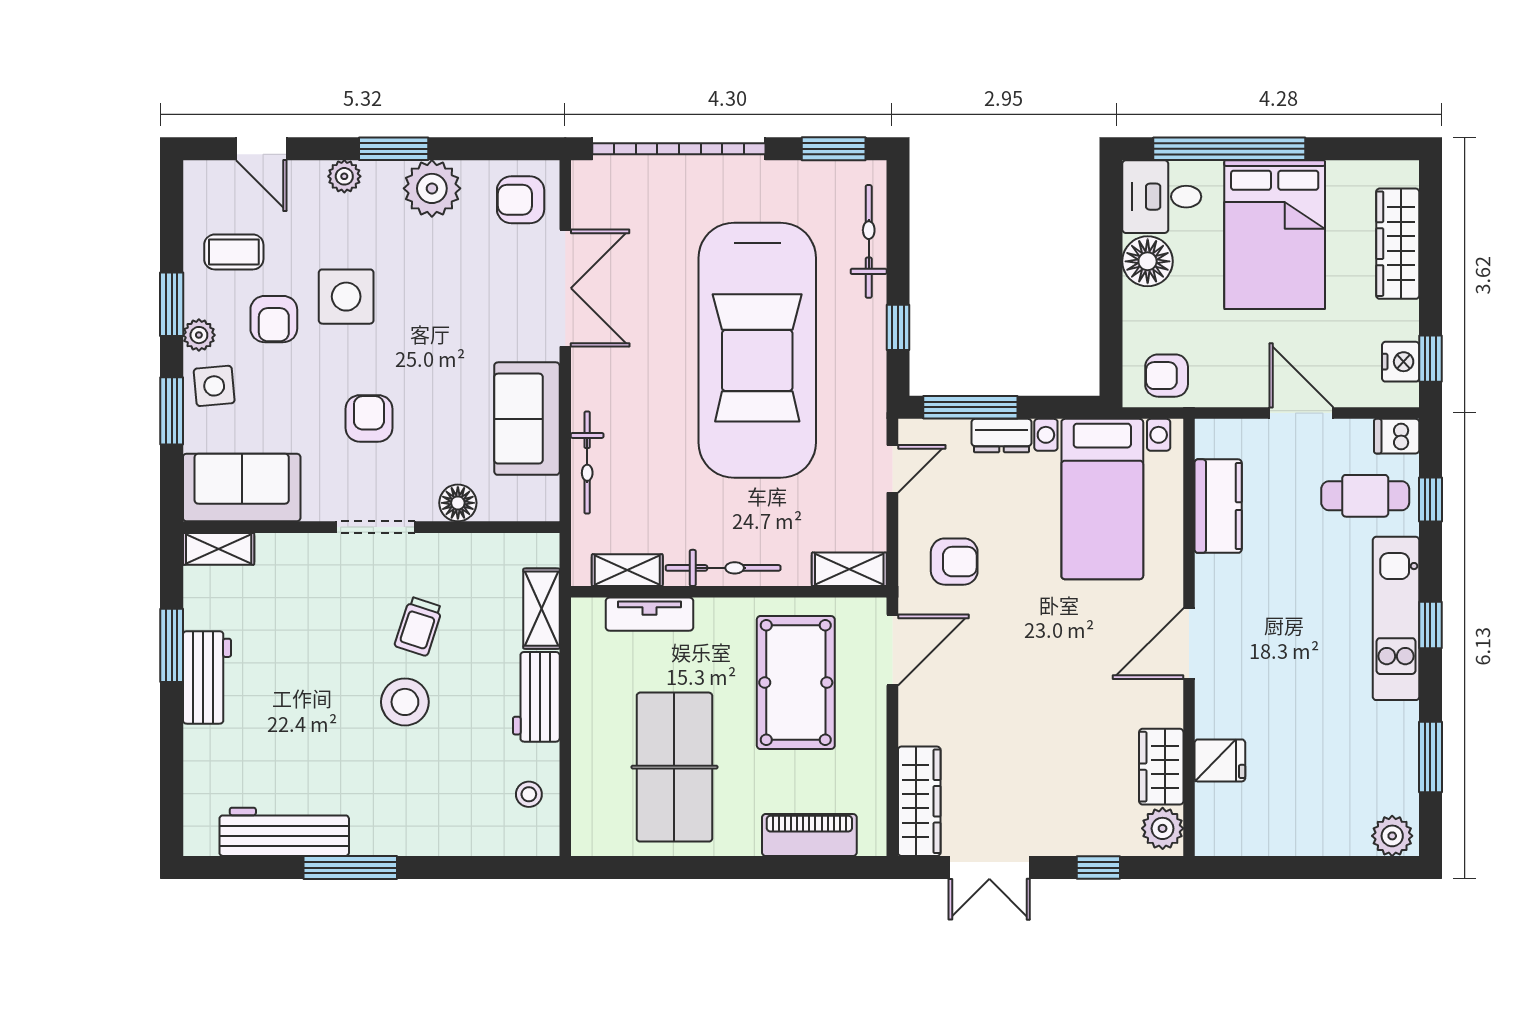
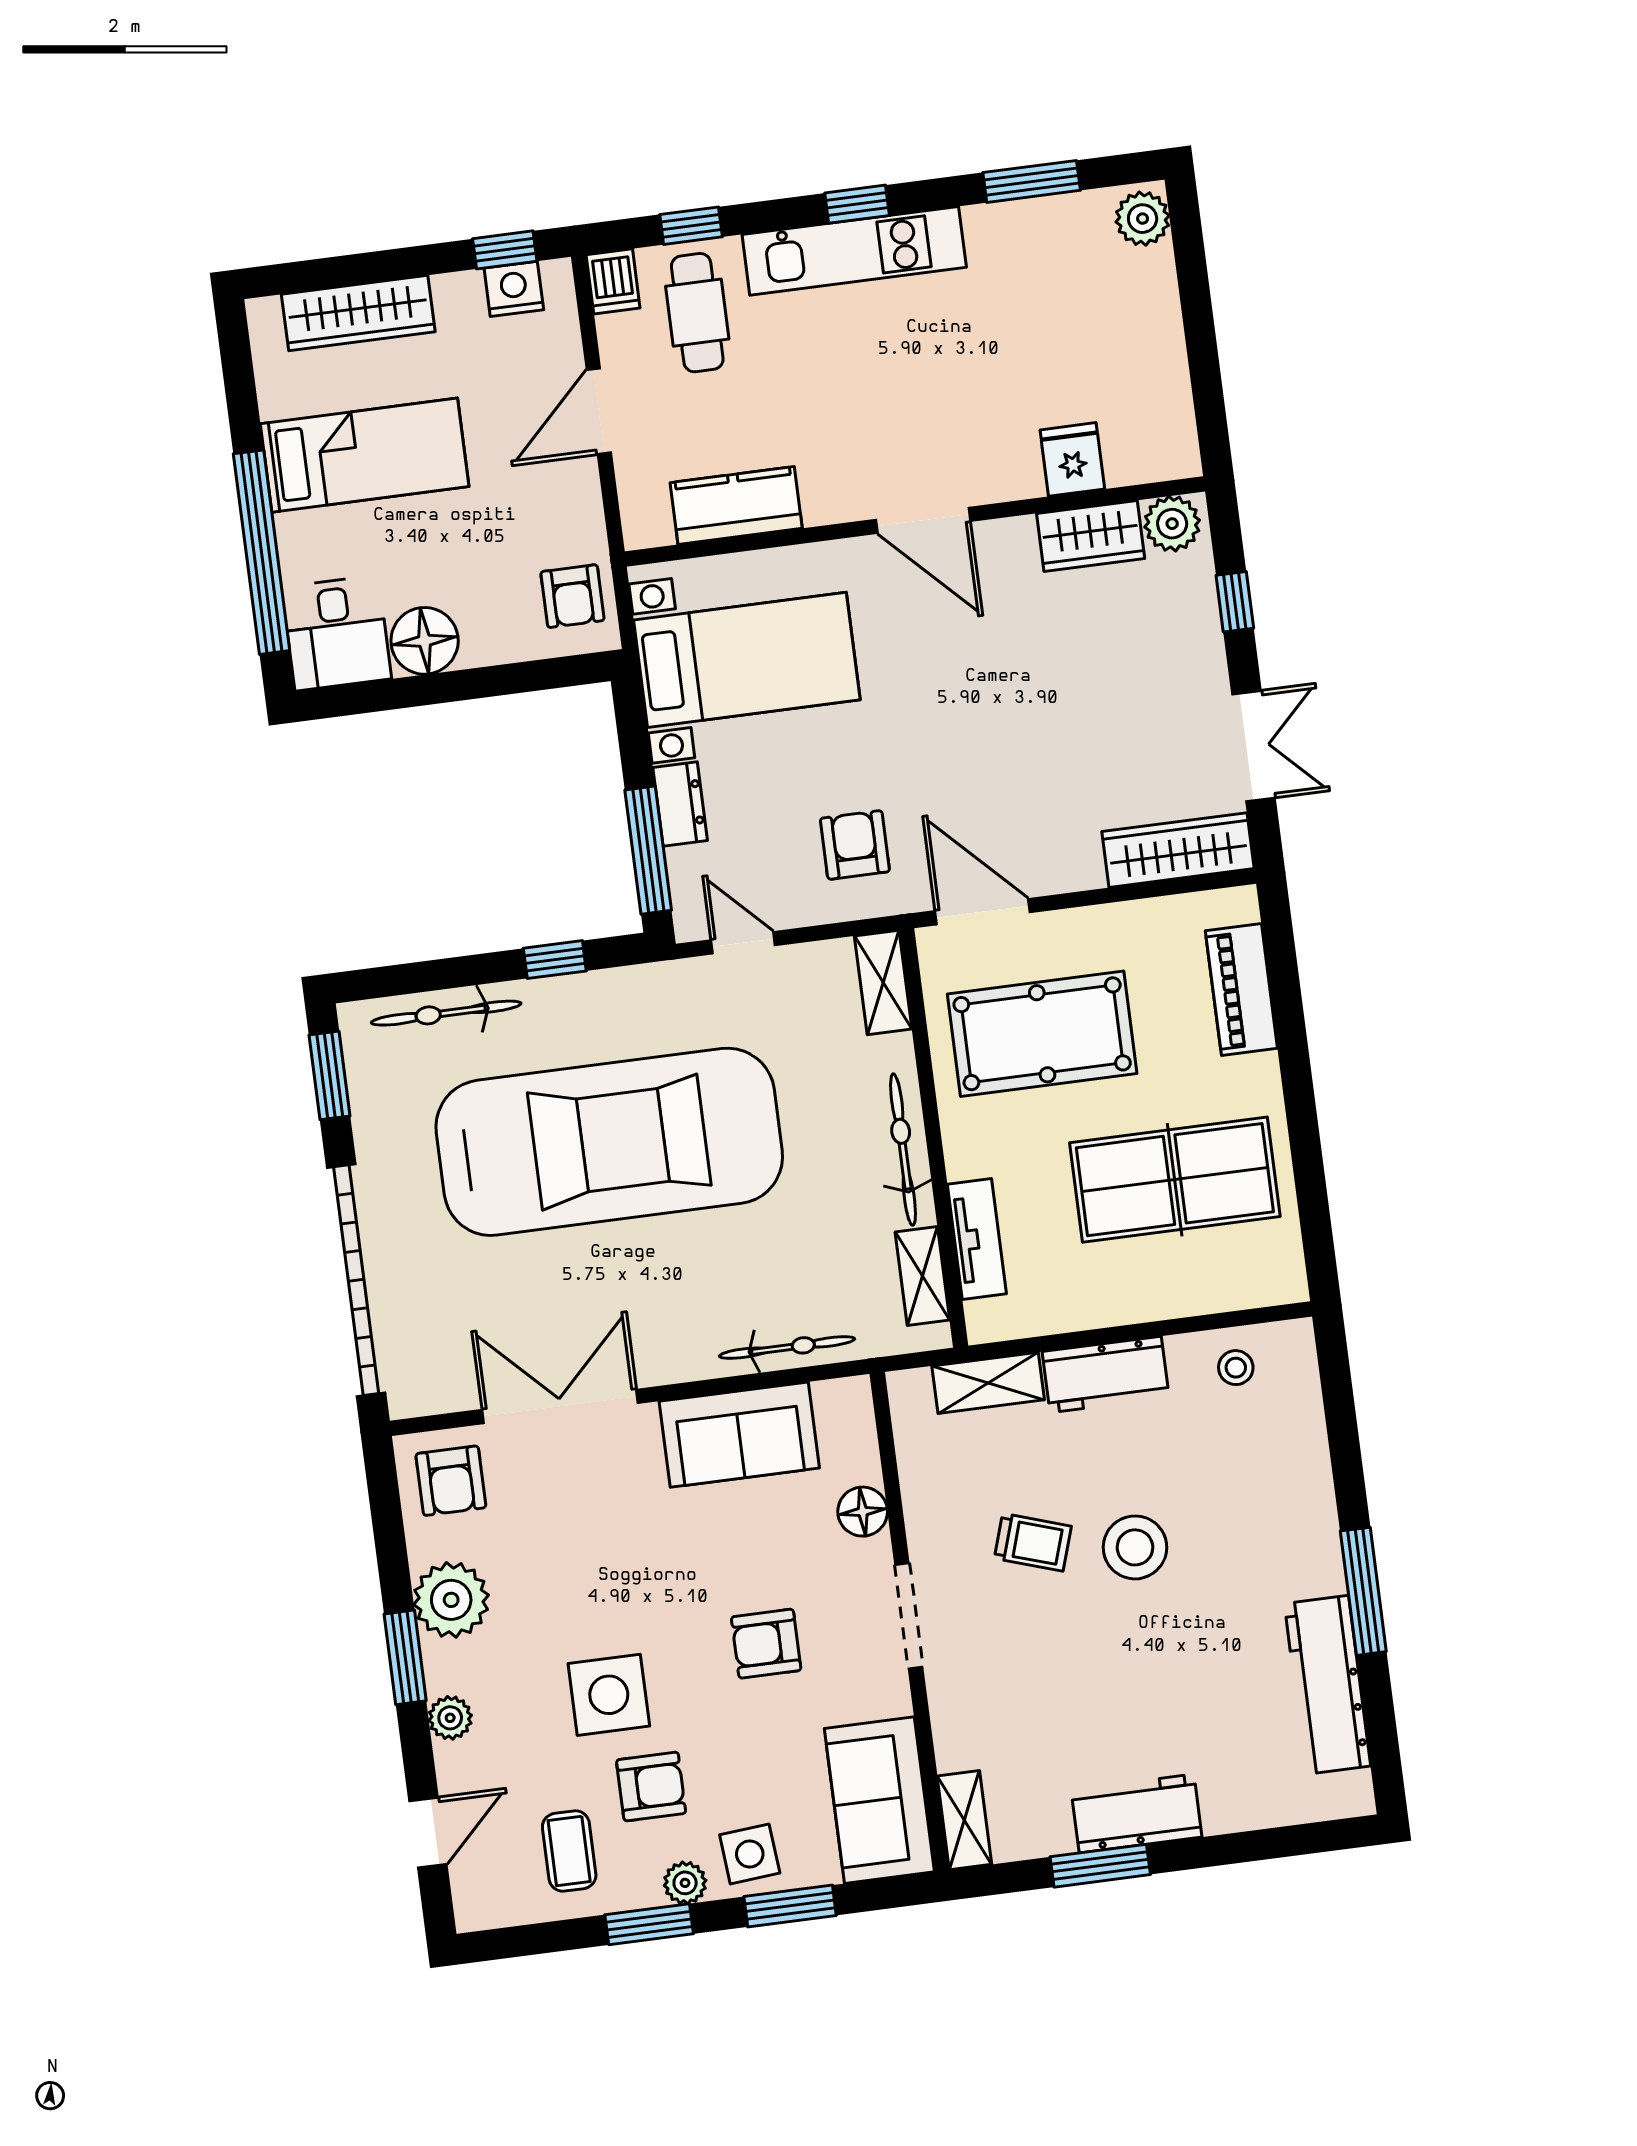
bed: (1275, 235) -> (365, 455), width x0.67

